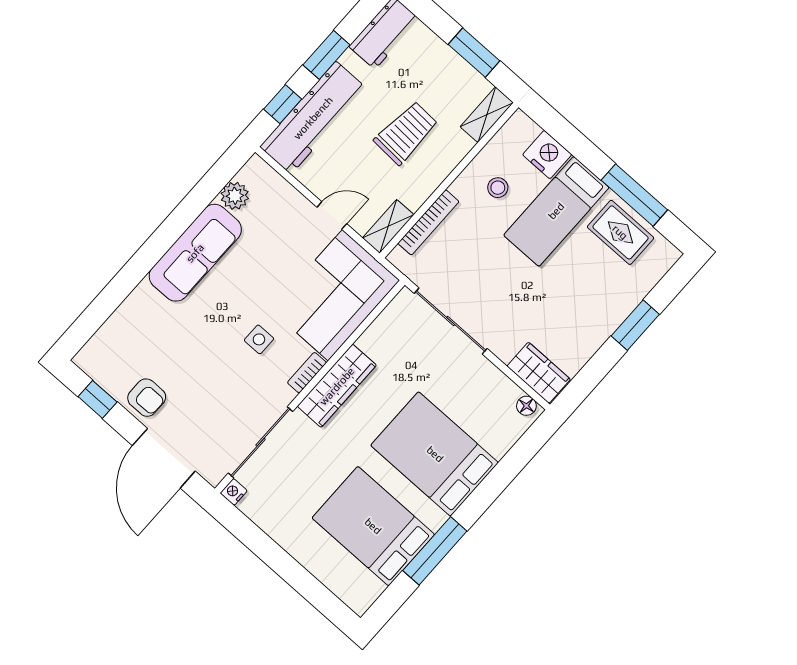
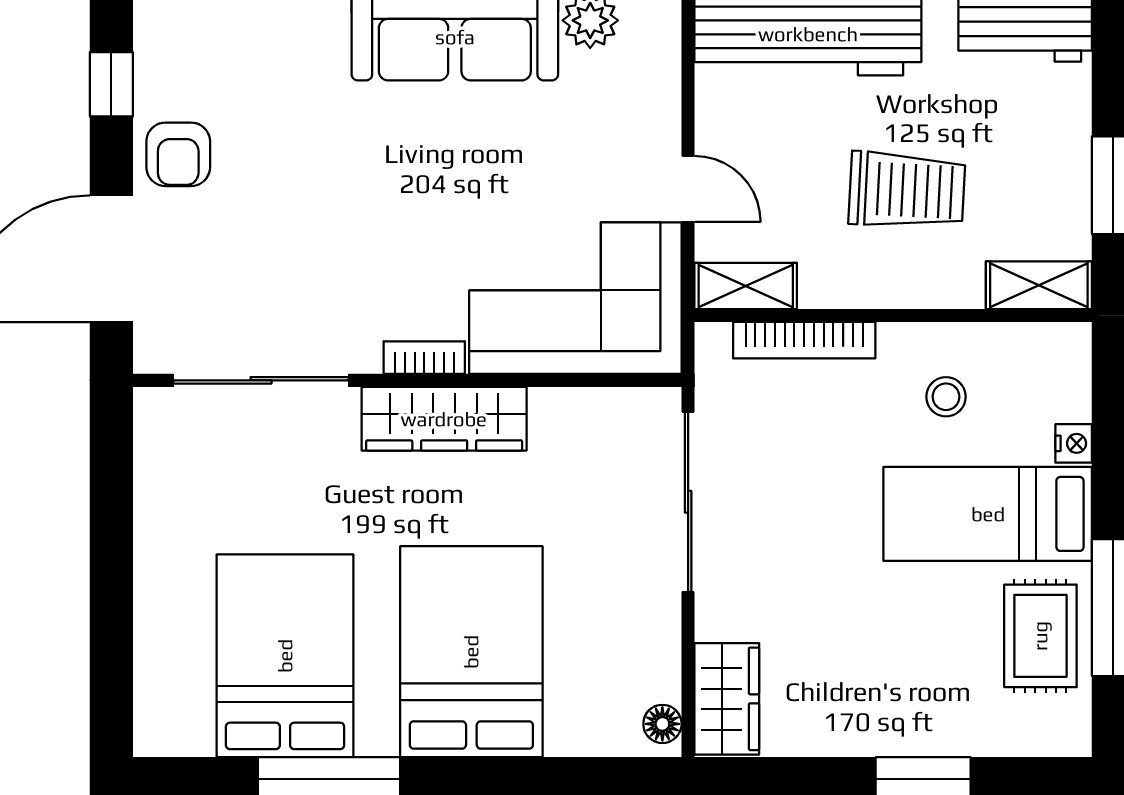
nightstand: (547, 155) -> (1074, 443), width x0.53, depth x0.56
side table: (259, 339) -> (411, 244), removed
nightstand: (234, 492) -> (153, 406), removed

